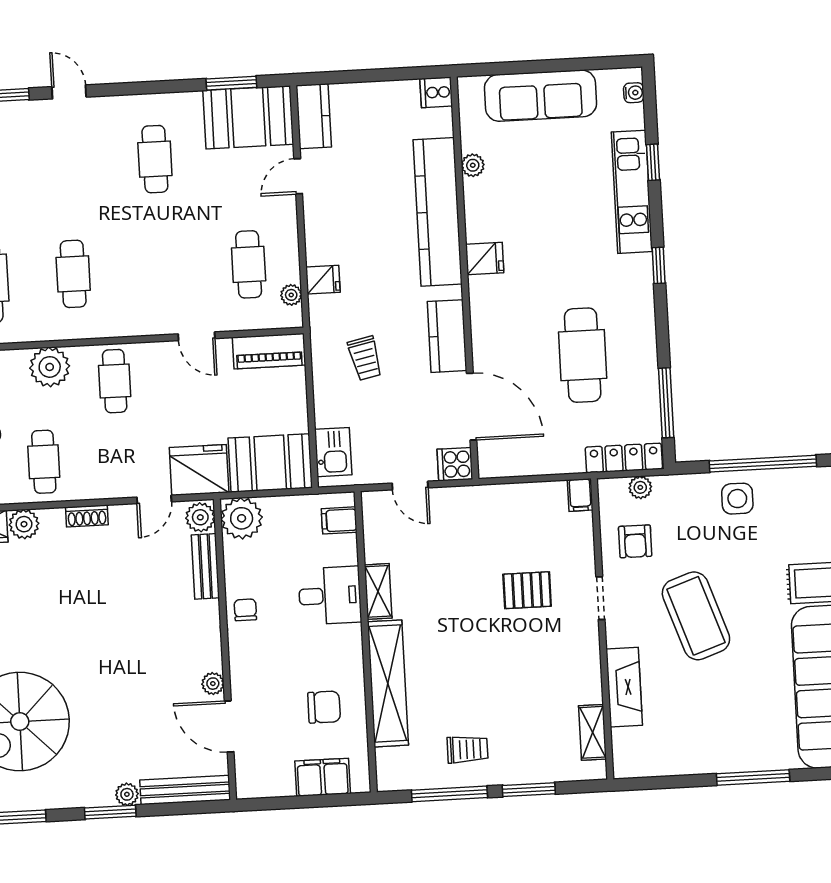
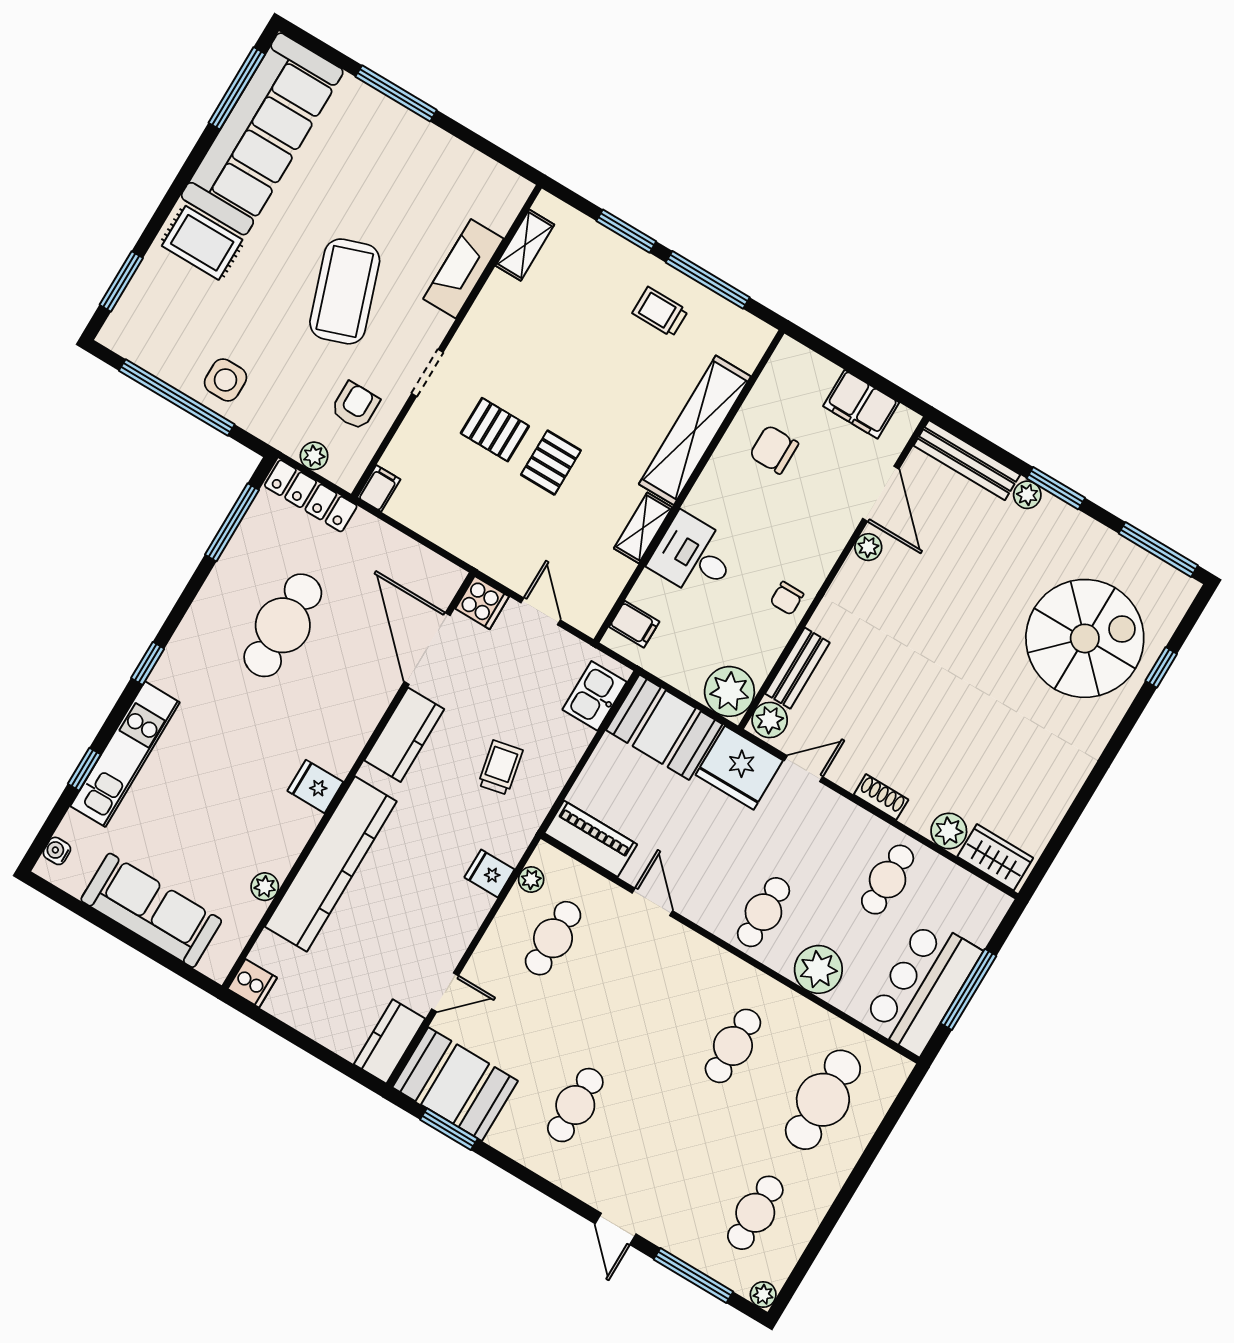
pallet: (473, 594) -> (551, 463), added
filing cabinet: (323, 777) -> (861, 404), moved

